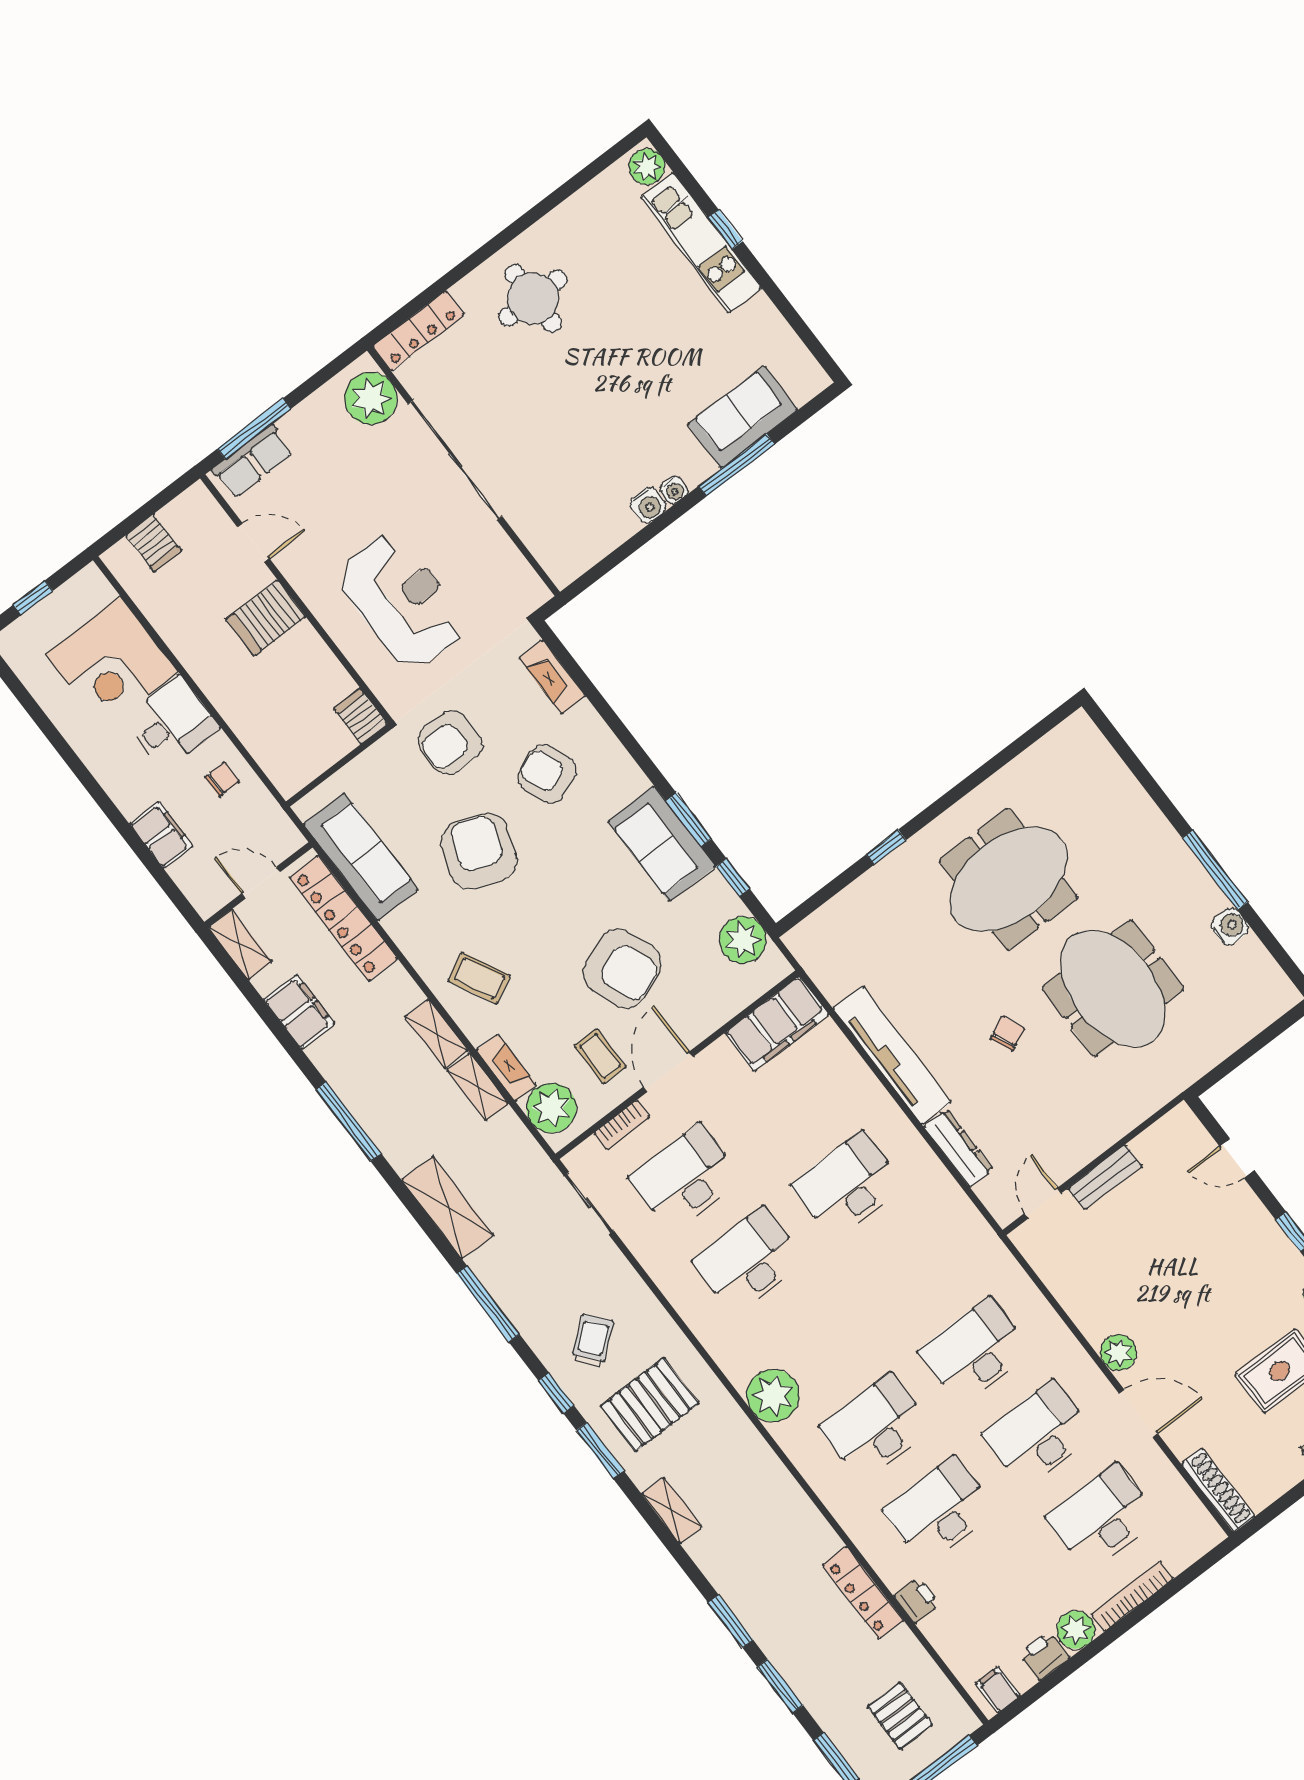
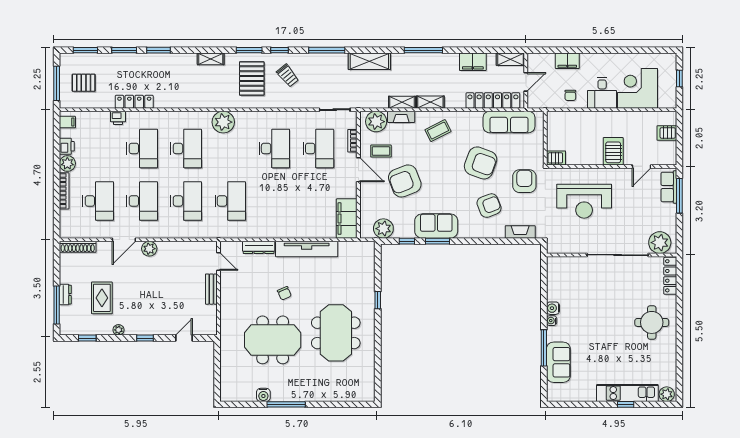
desk: (848, 1186) -> (230, 201), moved

